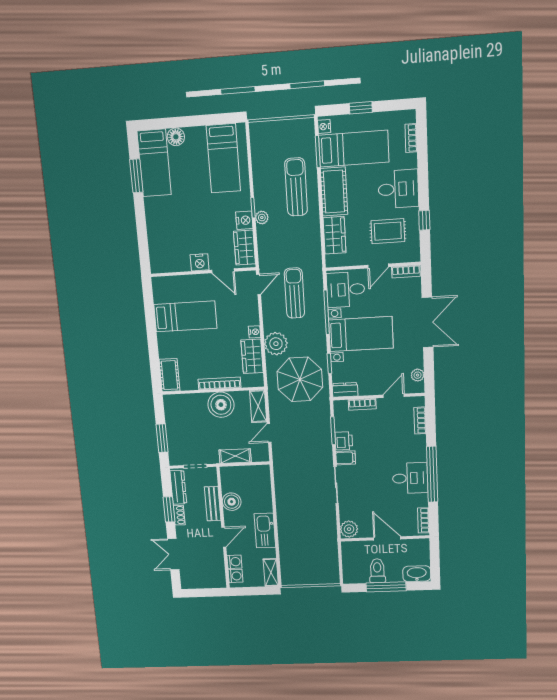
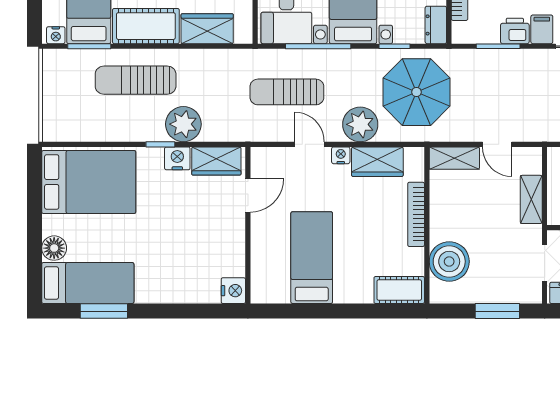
bed: (223, 158) -> (89, 182), width x1.50
plant: (262, 218) -> (183, 124), width x1.88, depth x1.88
nightstand: (200, 262) -> (233, 291), moved
door: (258, 284) -> (309, 144), moved
boiler: (221, 405) -> (449, 261), moved

